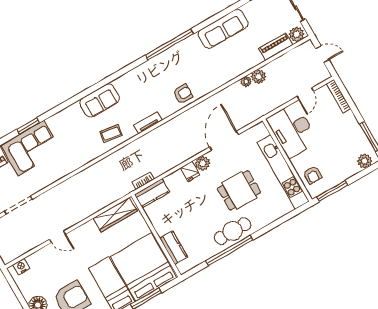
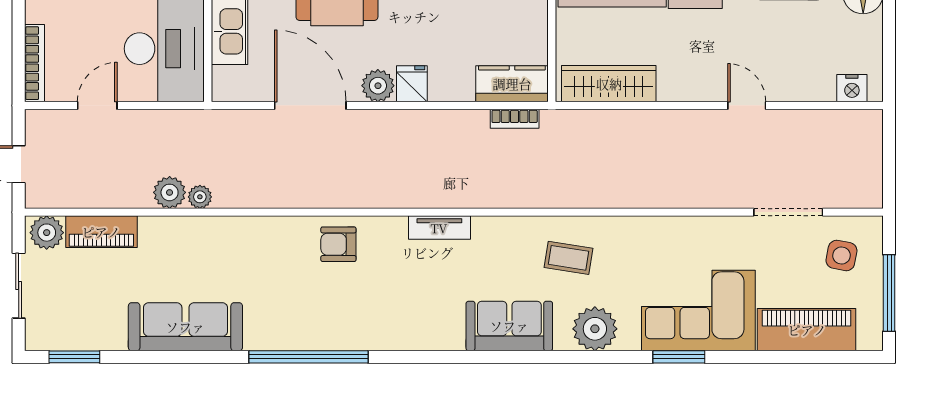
plant: (66, 118) -> (595, 329), added
coffee table: (111, 134) -> (569, 258), moved
door: (224, 141) -> (310, 105), swing flipped

